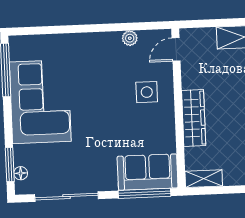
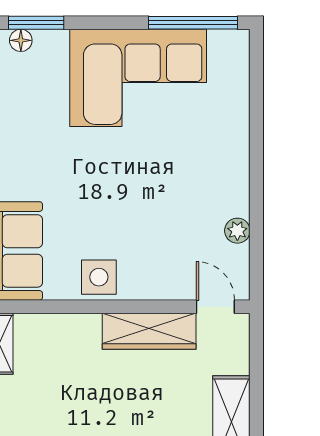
side table: (147, 92) -> (99, 277), moved
wardrobe: (194, 118) -> (149, 331), moved

